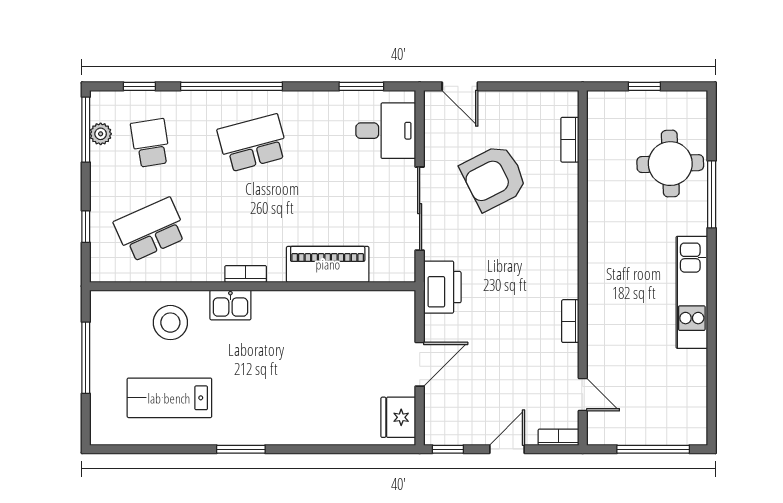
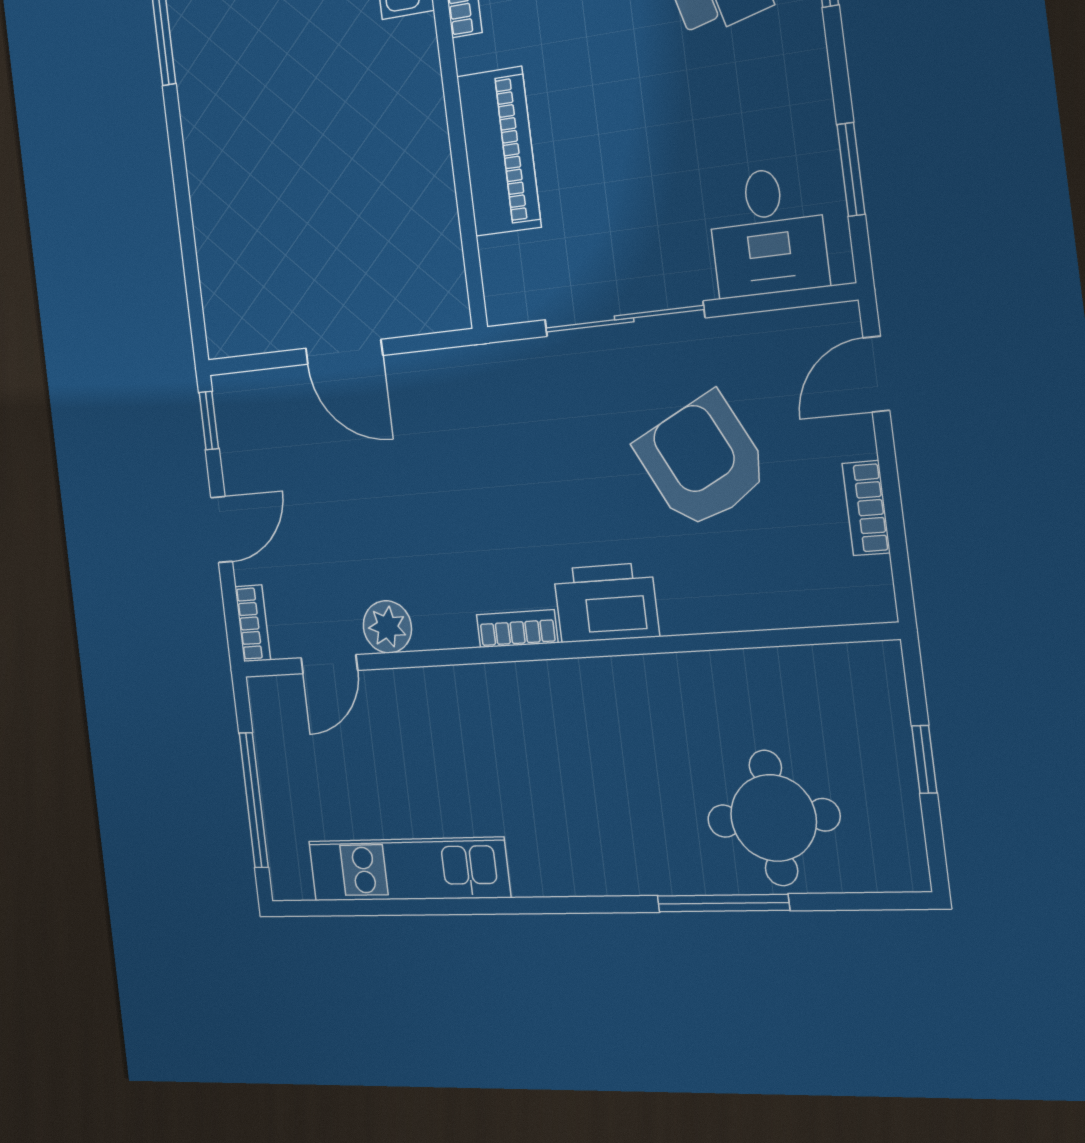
bookcase: (570, 140) -> (866, 508), moved, turned -90
printer: (442, 287) -> (606, 603), moved, turned 180
kitchen unit: (692, 292) -> (408, 869), moved
bookcase: (570, 321) -> (517, 629), moved
plant: (565, 358) -> (387, 627), added
fridge: (398, 417) -> (250, 323), removed
door: (507, 449) -> (222, 529), hinge flipped

